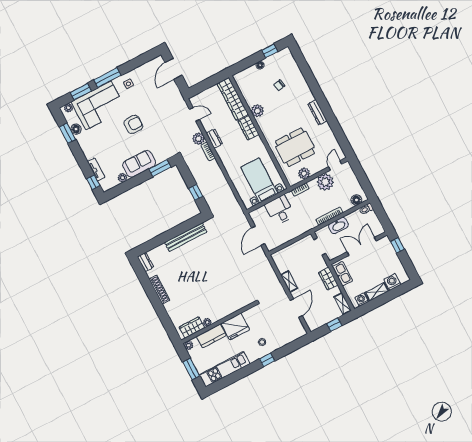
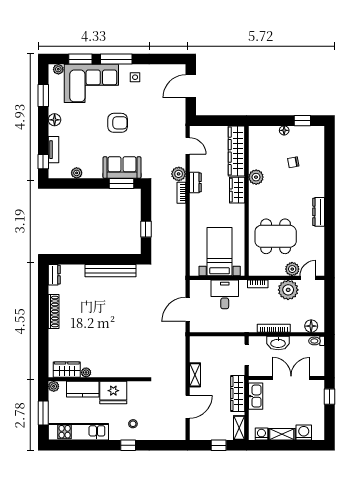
floor lamp: (76, 129) -> (55, 120), moved
sofa: (139, 164) -> (122, 168), moved
plant: (304, 173) -> (292, 269), moved
wardrobe: (328, 279) -> (238, 394), width x1.50

